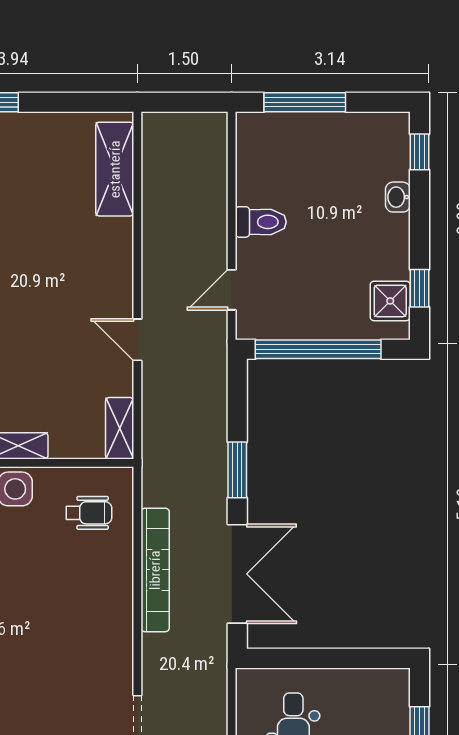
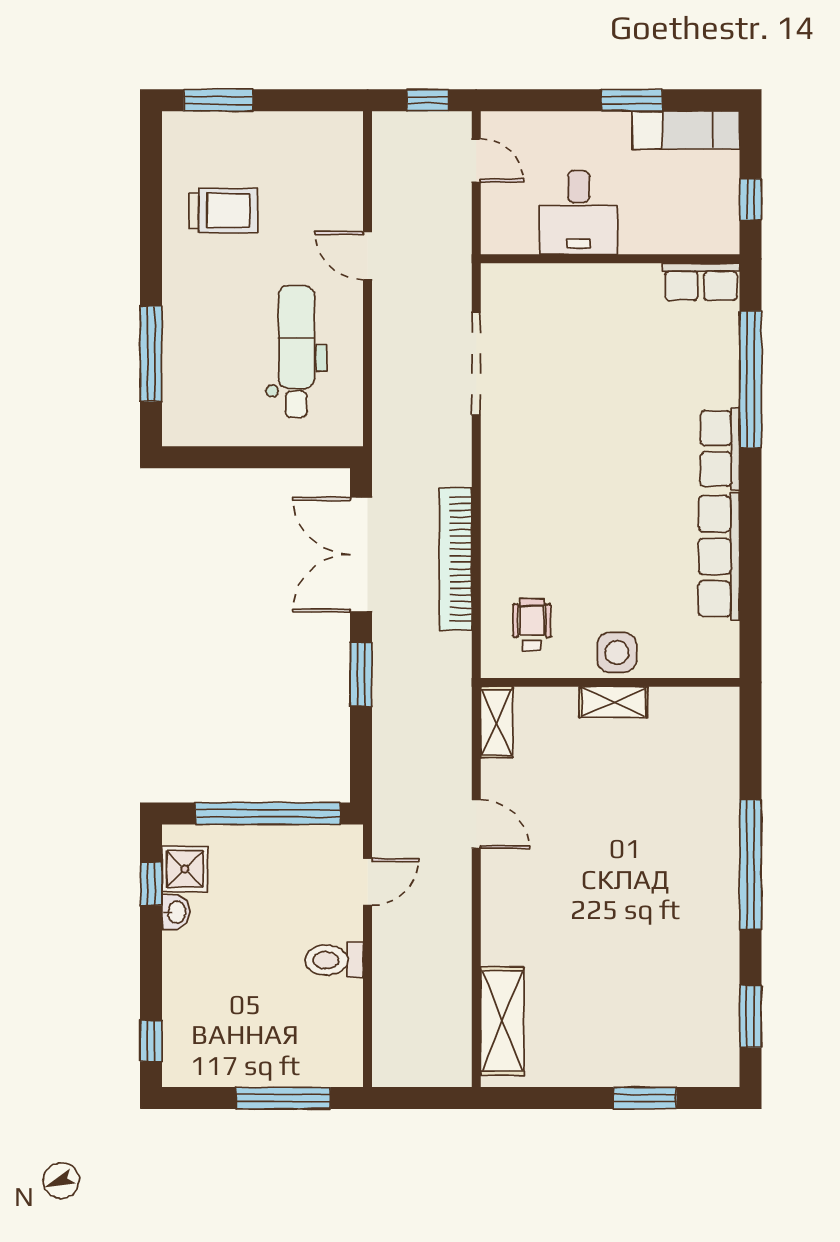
washbasin: (398, 197) -> (176, 912), moved
wheelchair: (89, 513) -> (532, 625), turned 90

